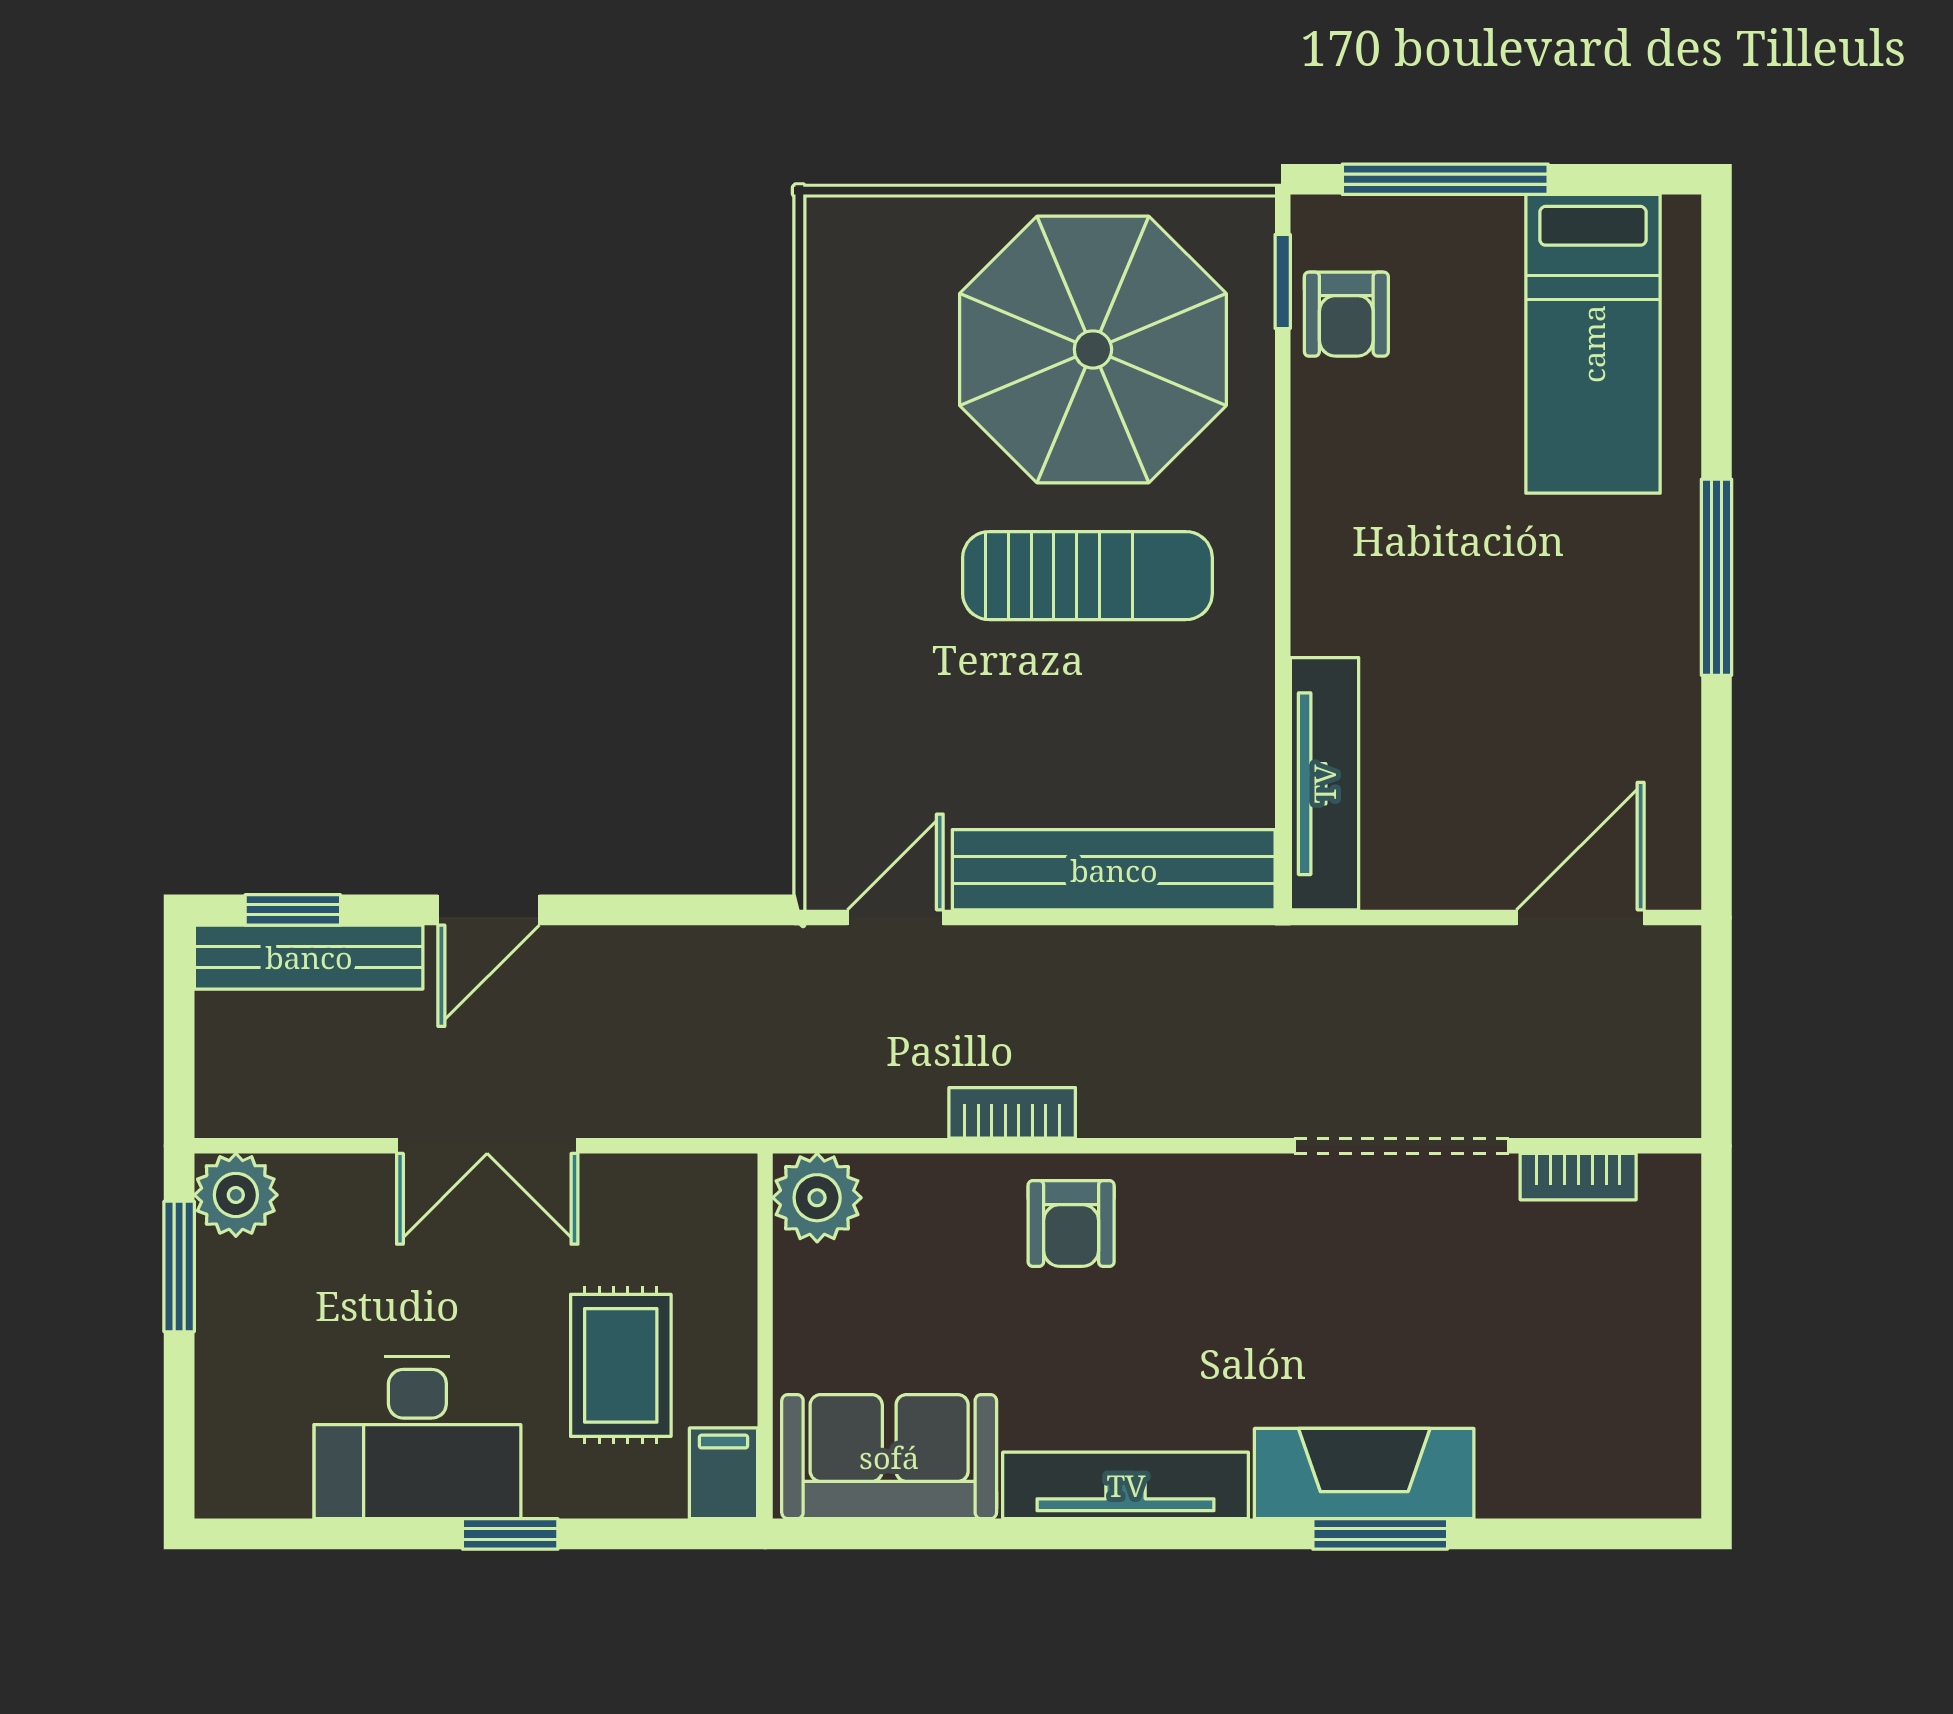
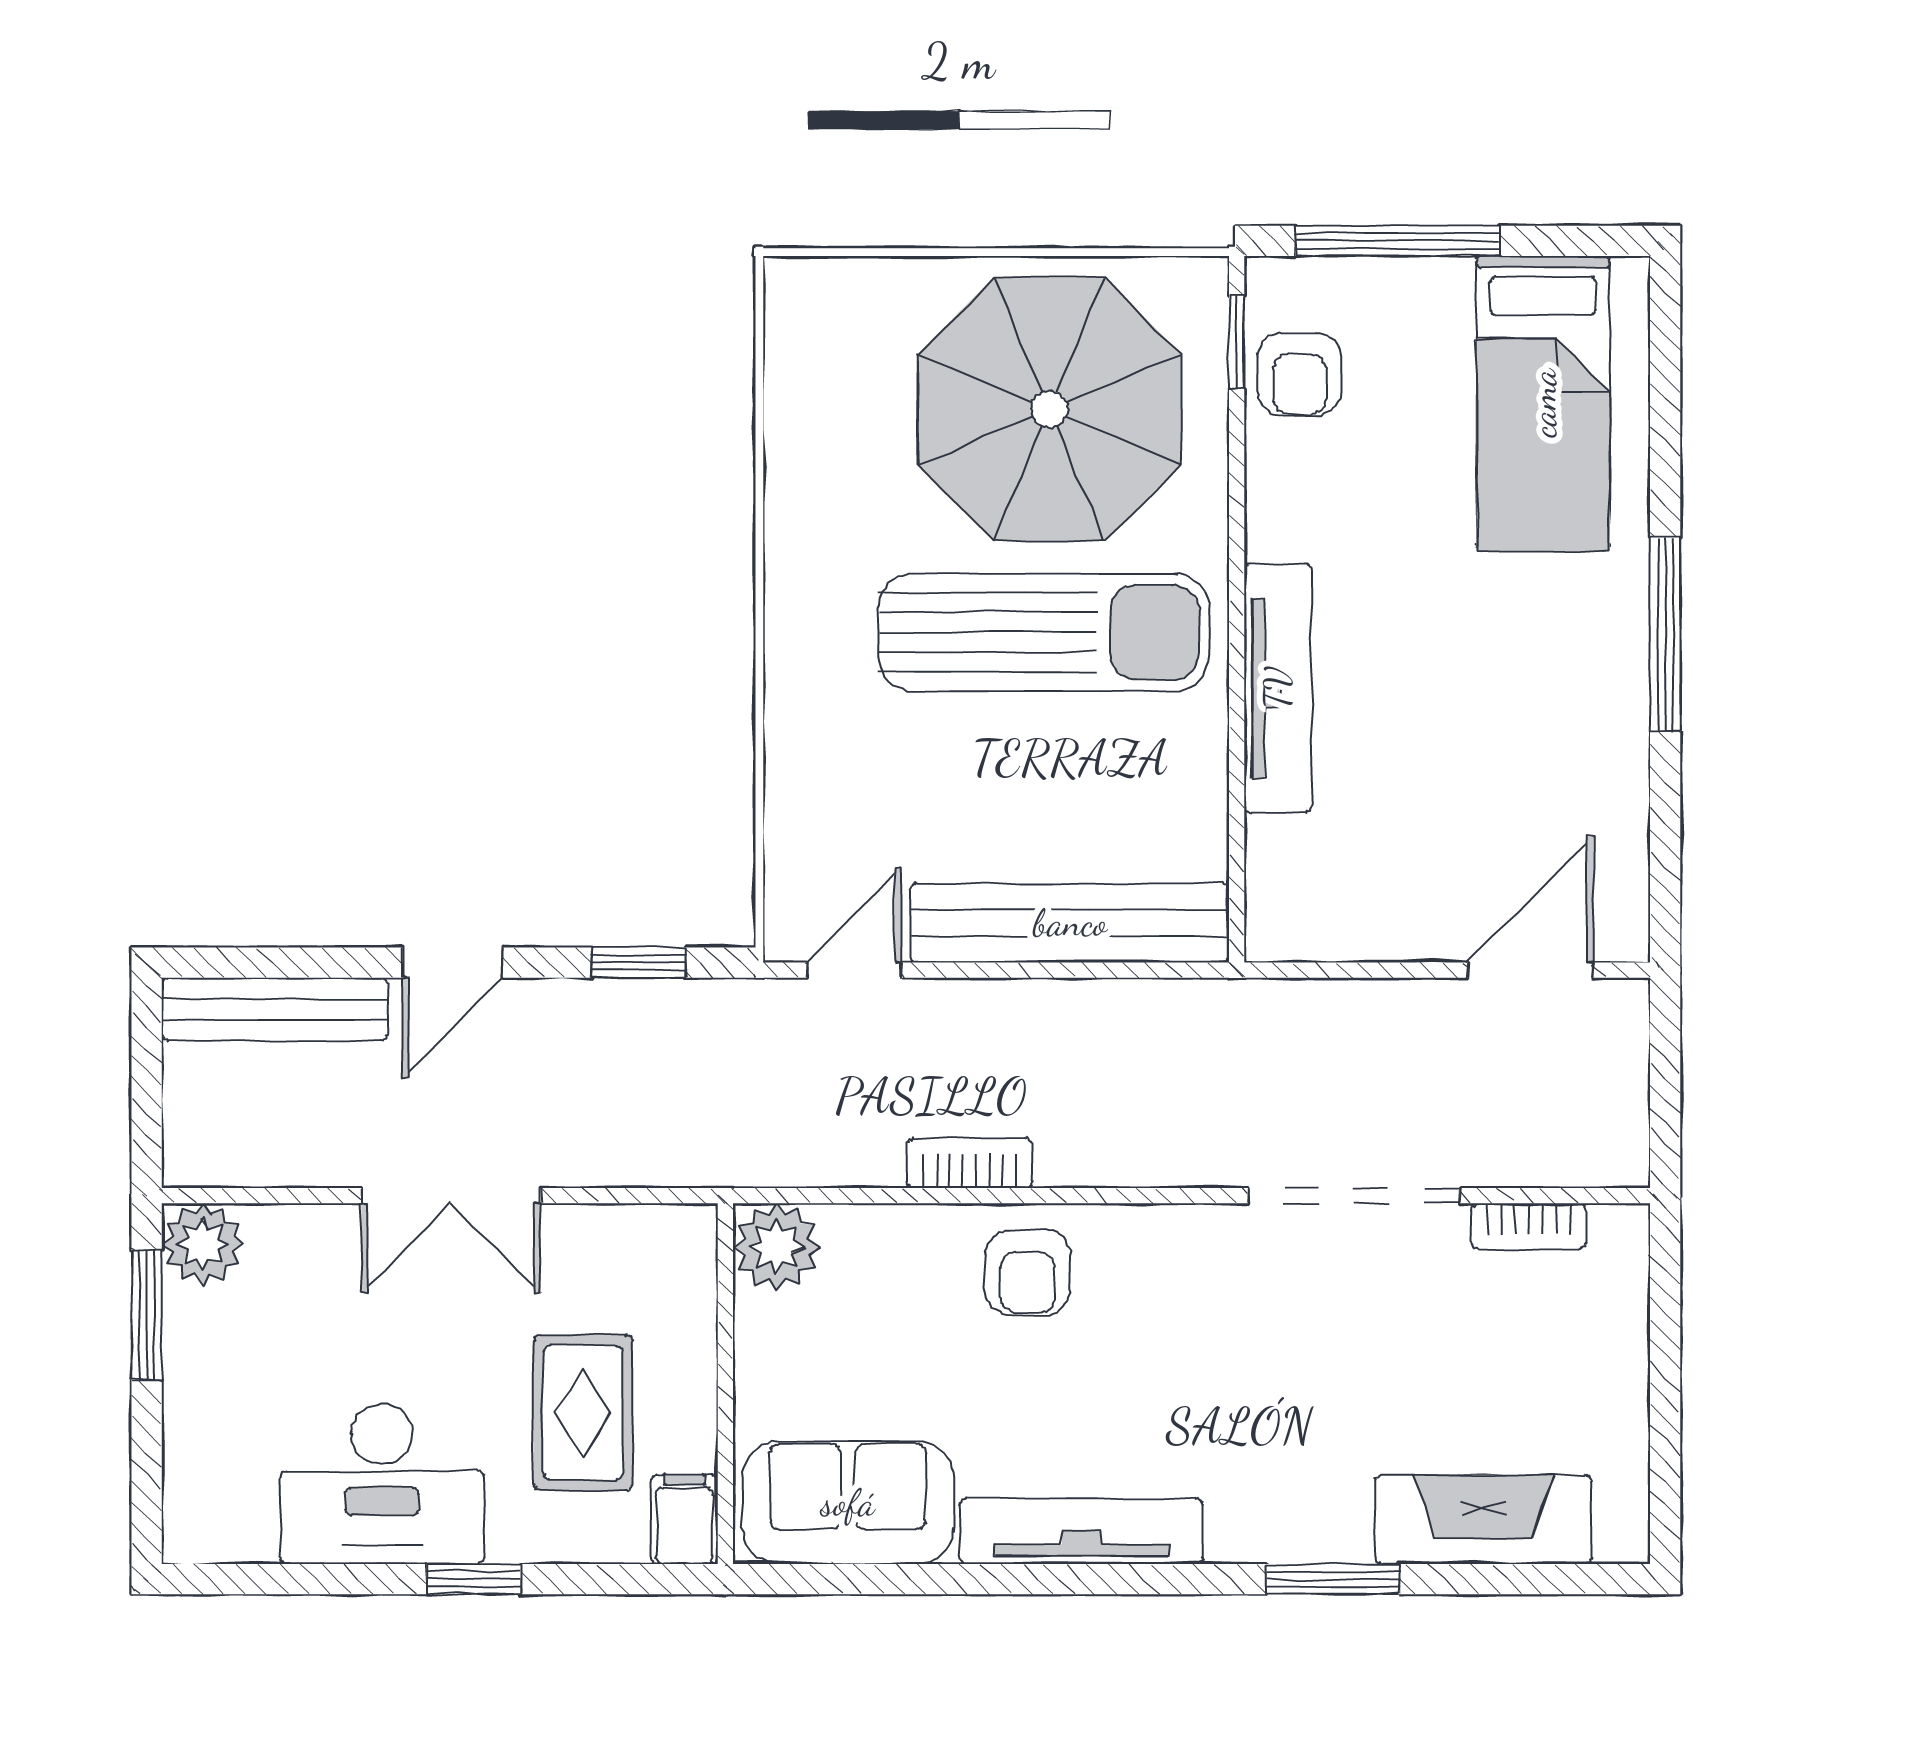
sun lounger: (1087, 576) -> (1044, 632), width x1.36, depth x1.34
tv unit: (1324, 784) -> (1278, 688), moved
window: (293, 910) -> (639, 963), moved
fireplace: (1364, 1474) -> (1483, 1519), moved

